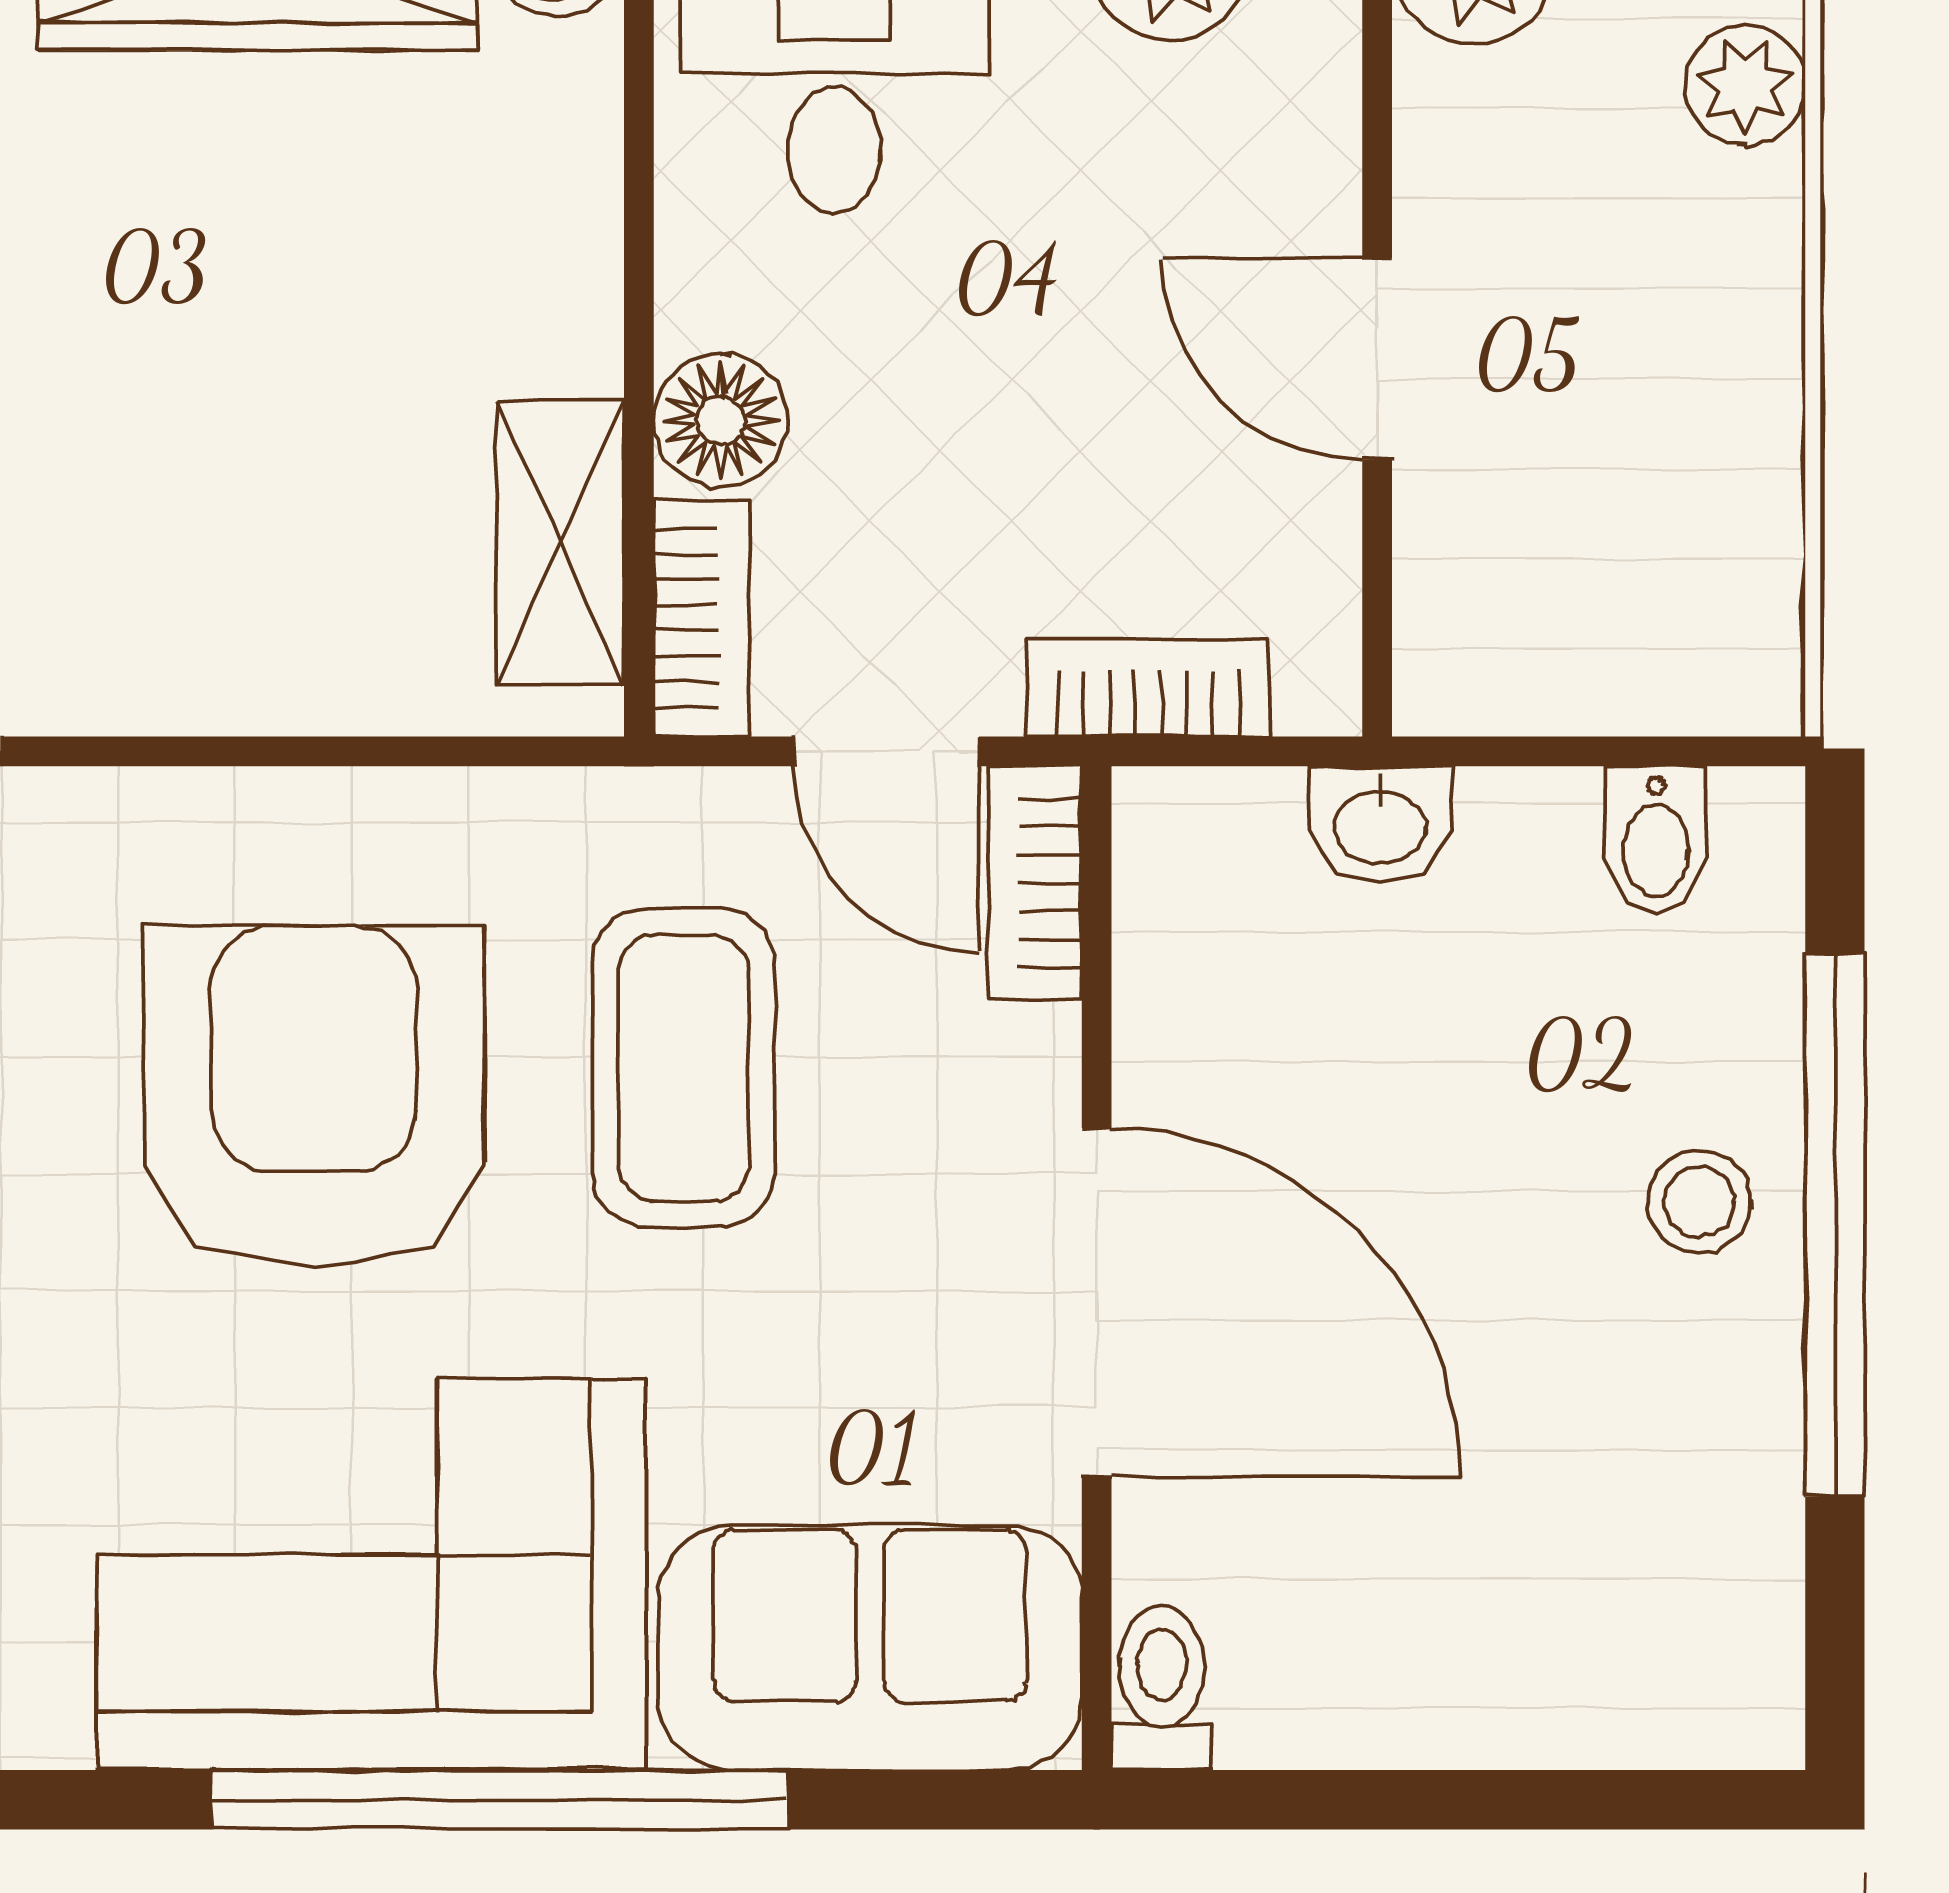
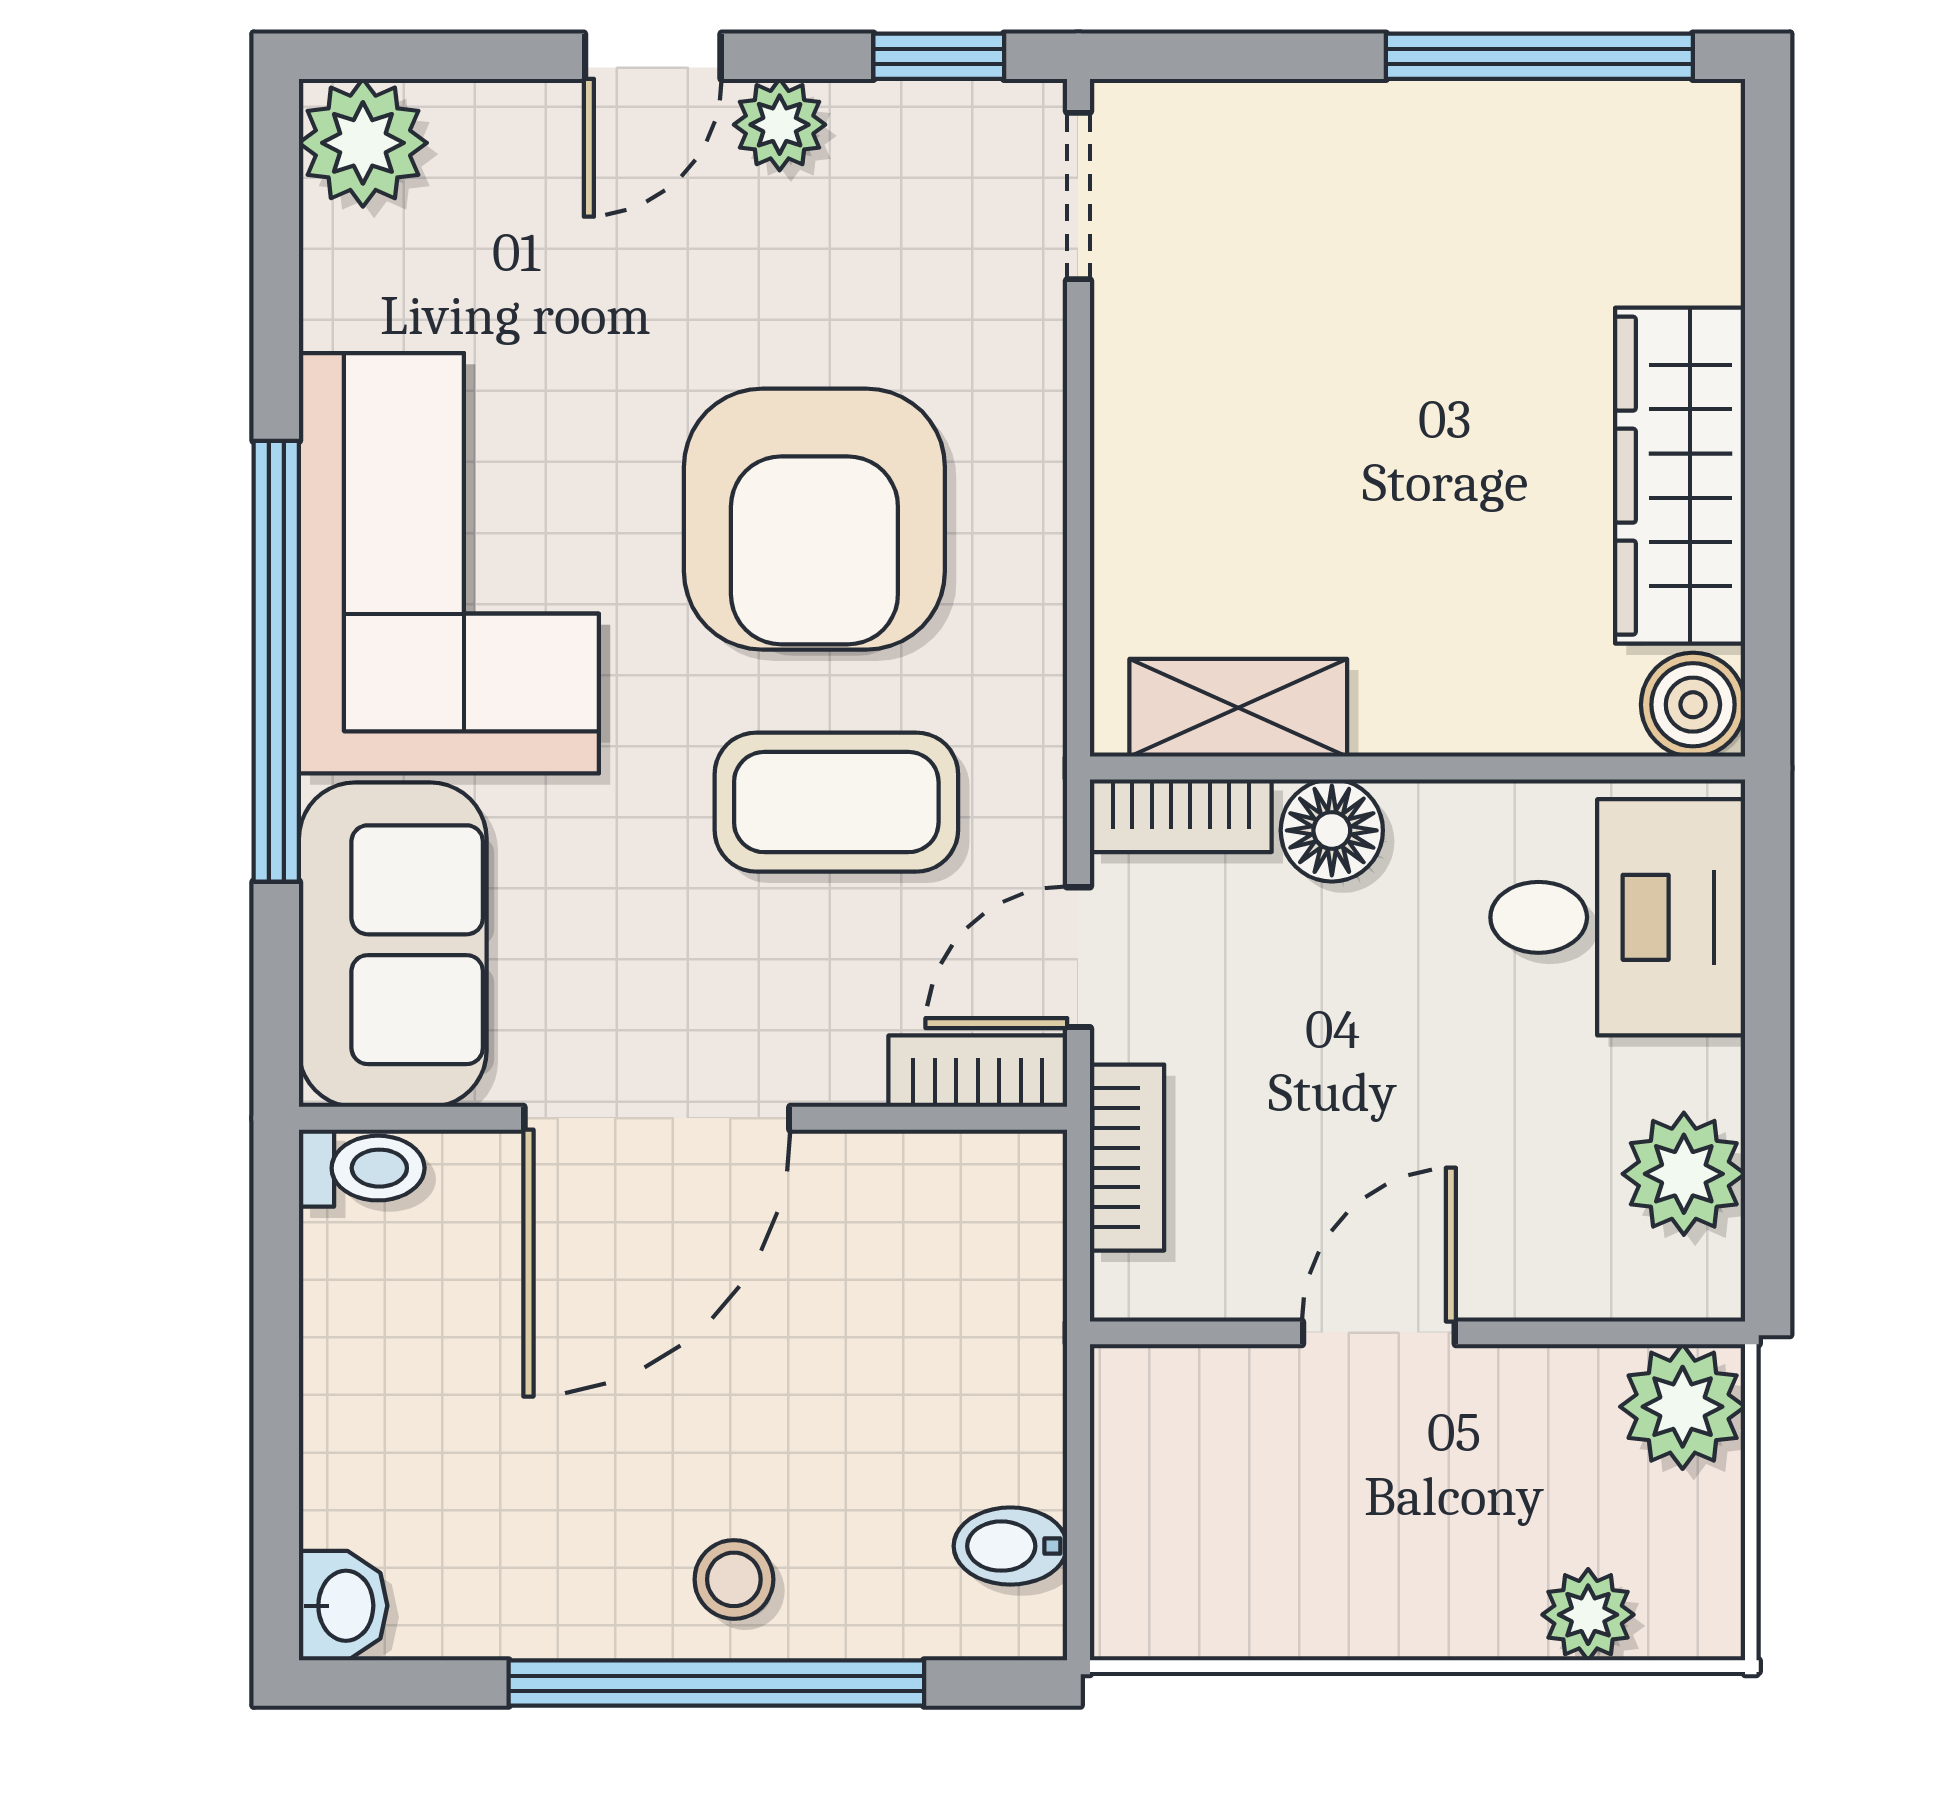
washbasin: (1380, 824) -> (343, 1606), moved, turned 180
armchair: (314, 1097) -> (814, 519), turned 90

